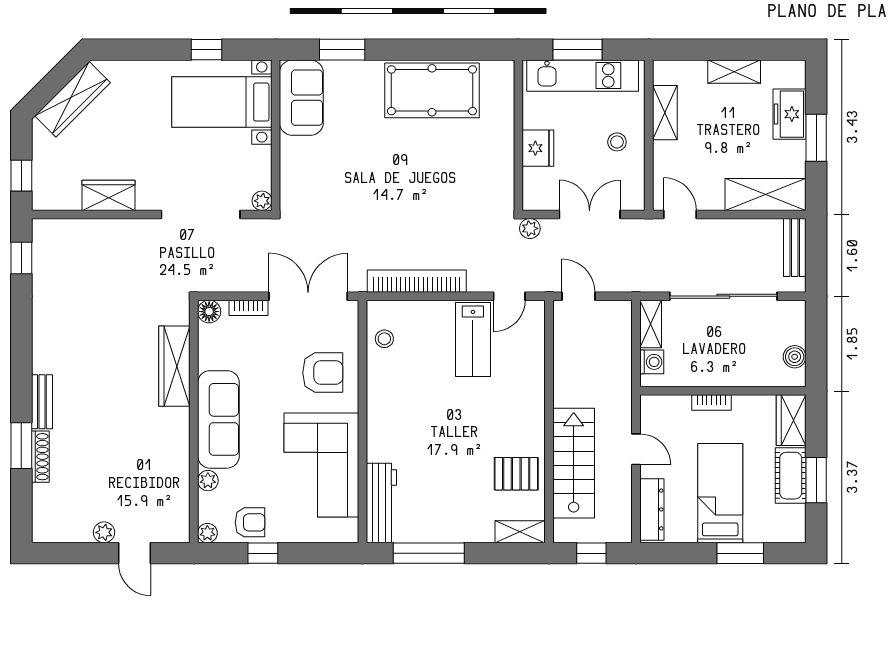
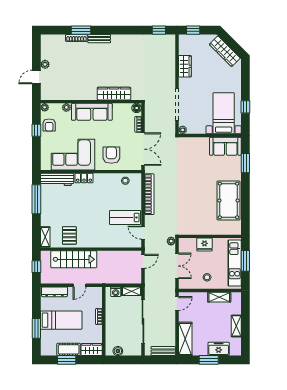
armchair: (323, 373) -> (111, 155), turned 180
locker: (378, 438) -> (84, 178), added

